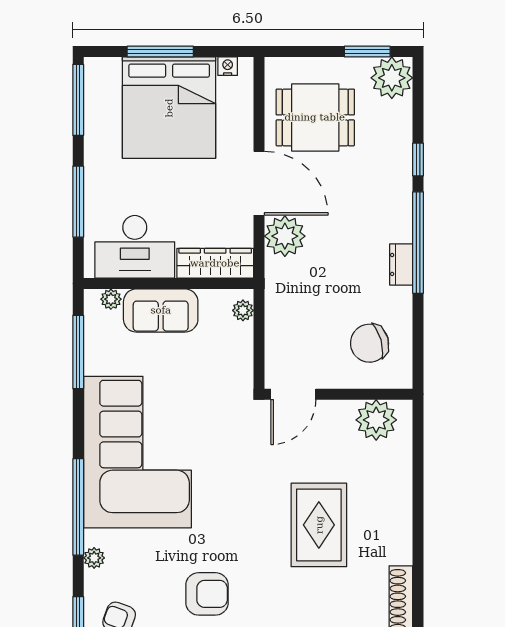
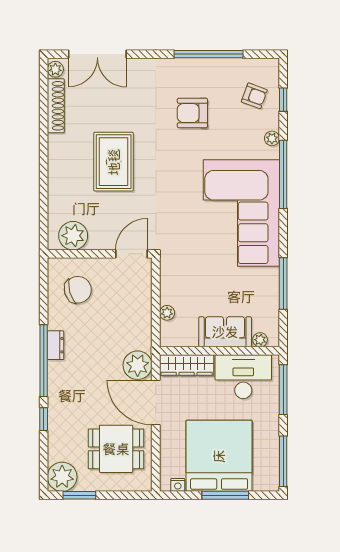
desk: (135, 247) -> (243, 377), moved
wardrobe: (215, 263) -> (187, 365), moved
wall: (169, 284) -> (219, 351), moved
plant: (111, 299) -> (260, 340), moved
sofa: (161, 310) -> (225, 332), moved

